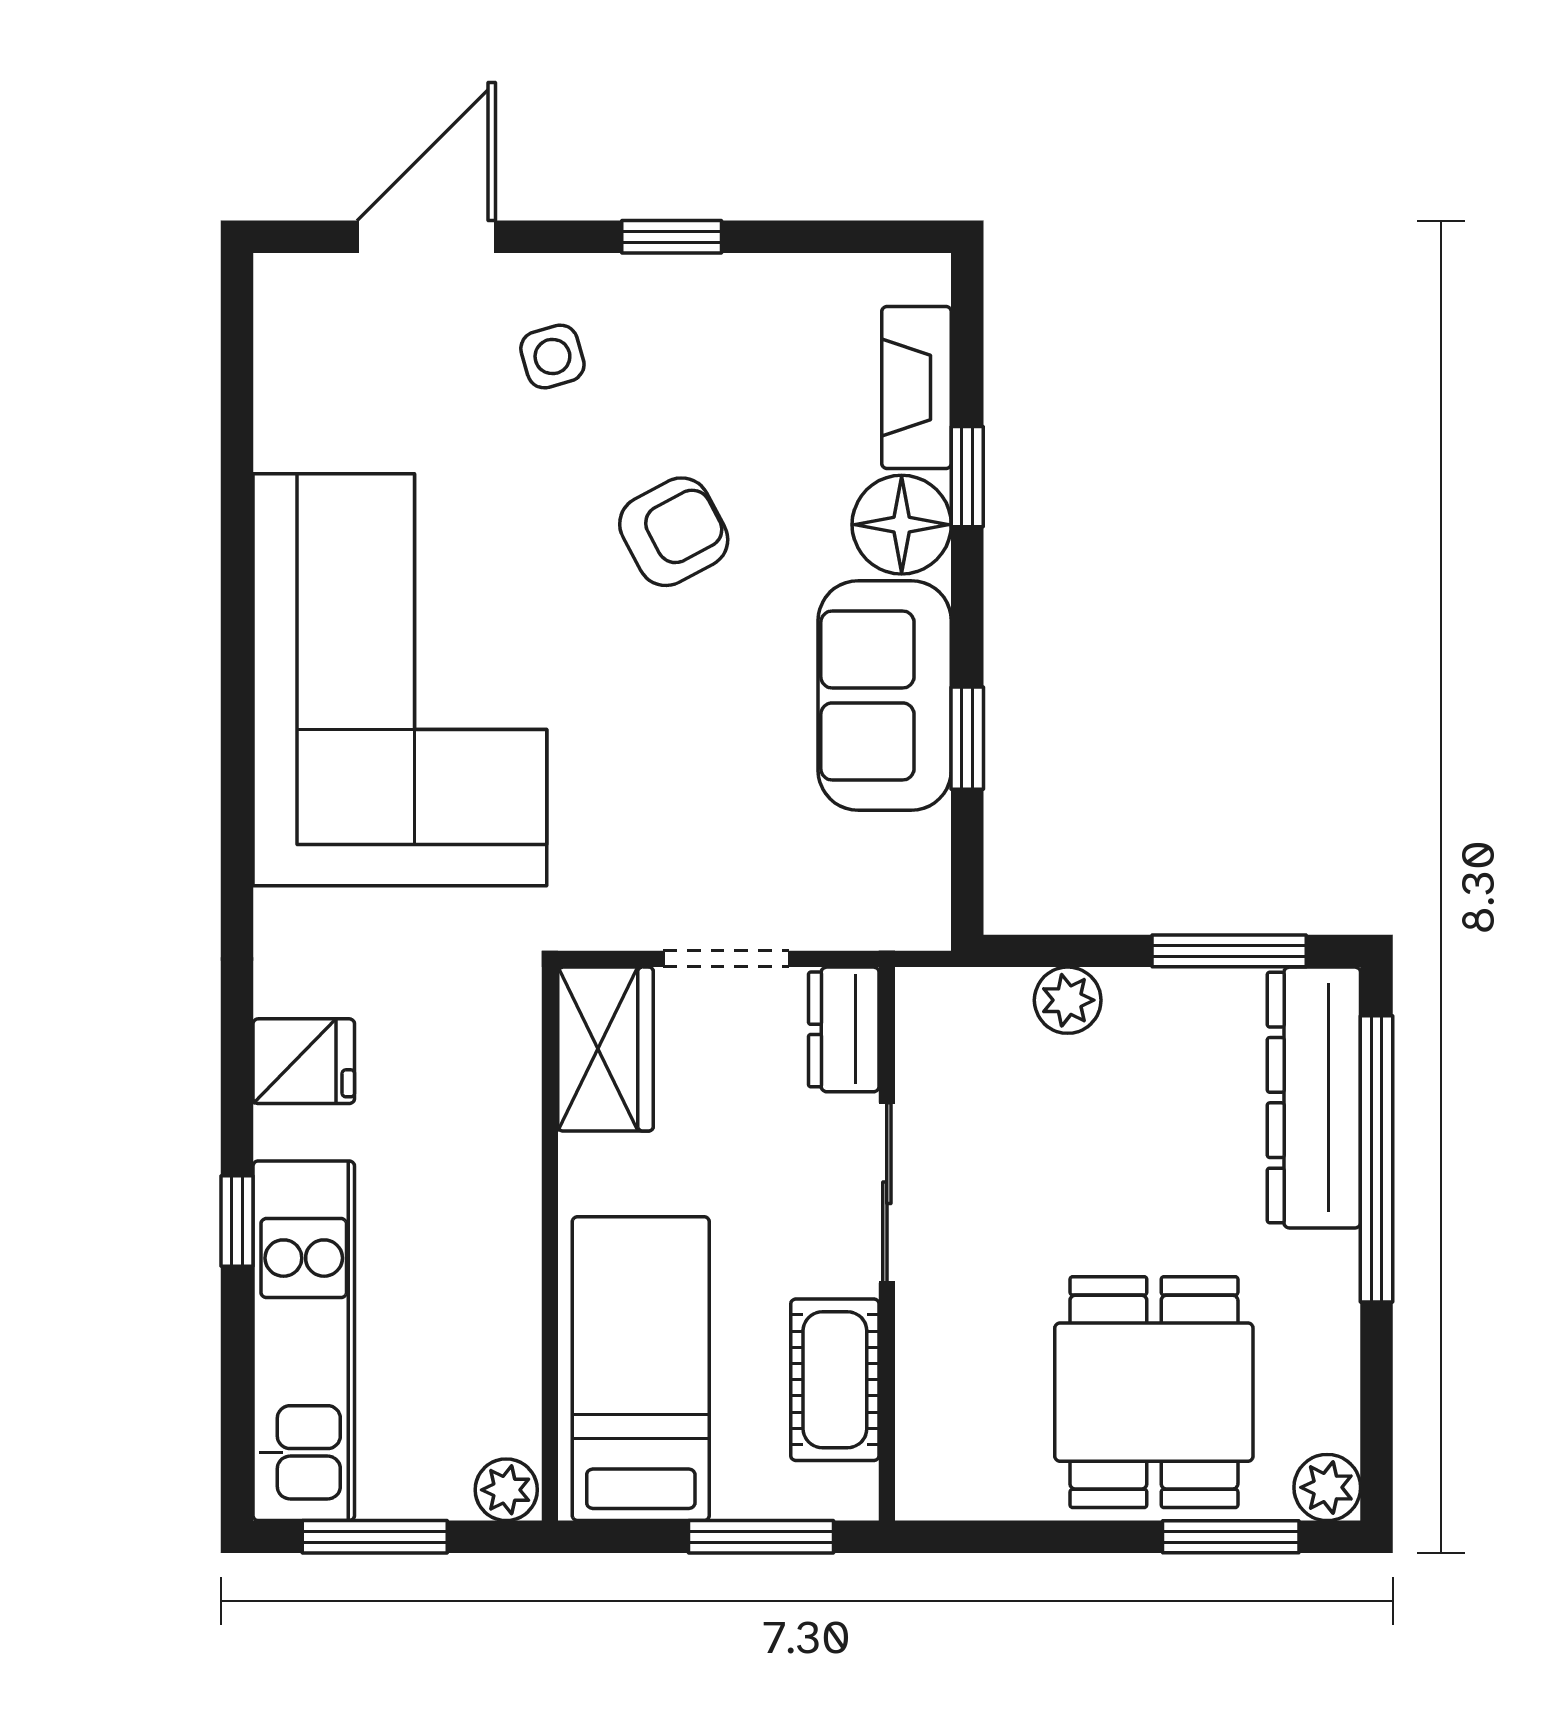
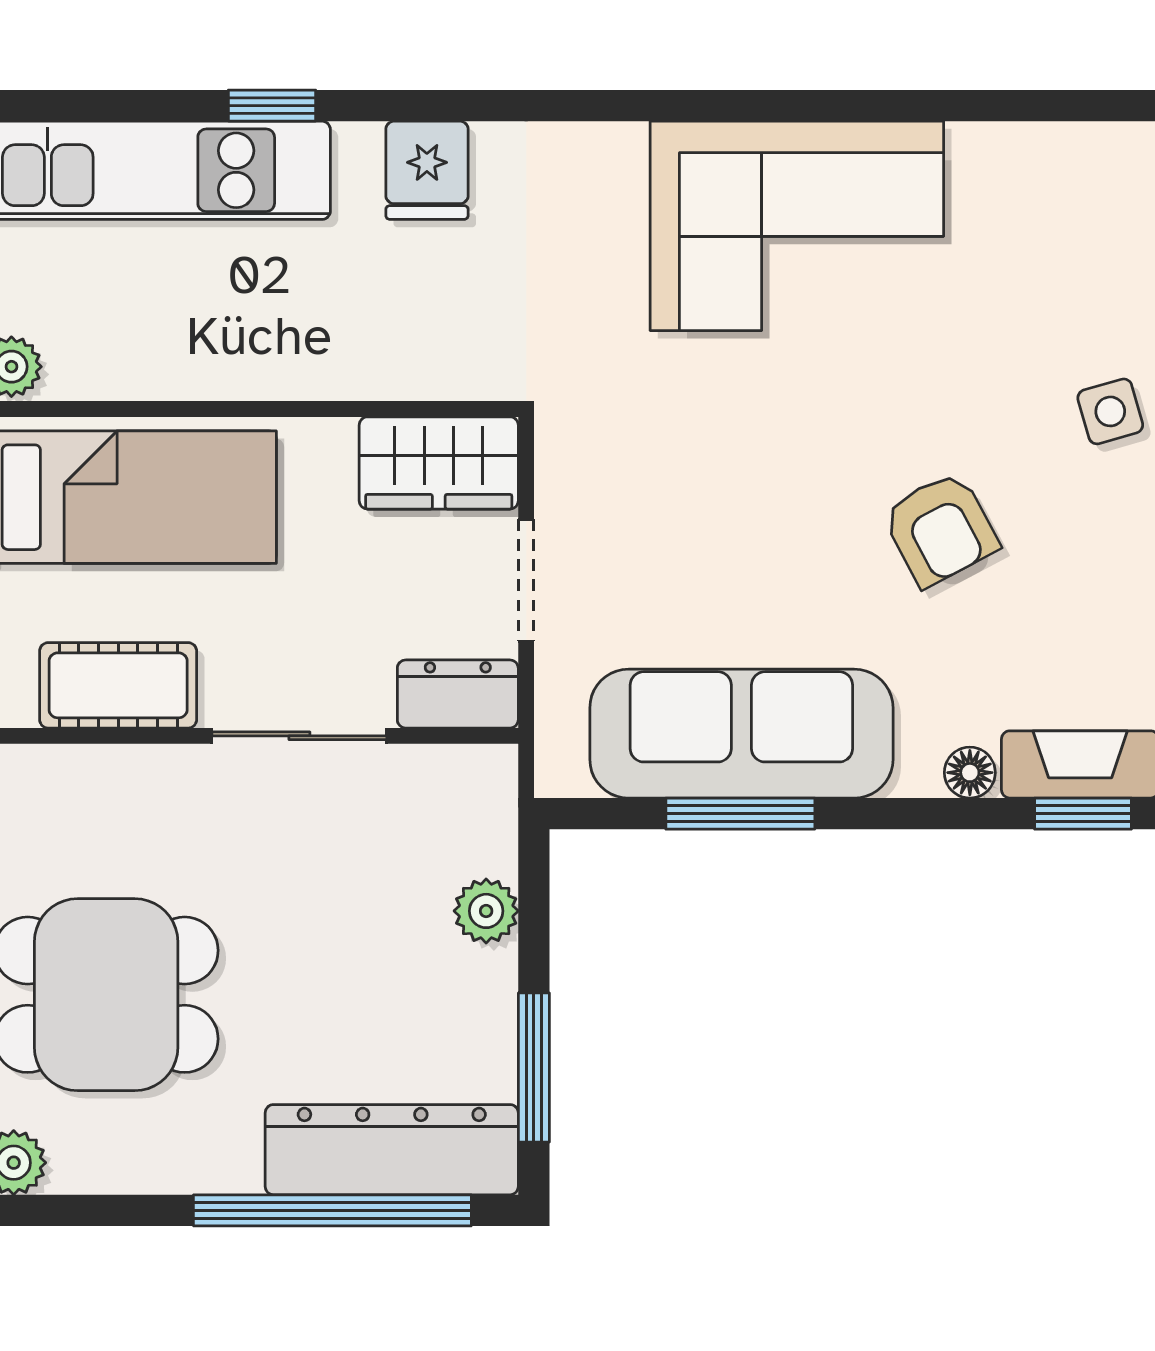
window: (967, 477) -> (1083, 814), moved
floor lamp: (902, 525) -> (970, 773), width x0.53, depth x0.53
corner sofa: (400, 680) -> (797, 226), width x0.73, depth x0.74
sofa: (885, 695) -> (741, 734), width x1.36
window: (967, 738) -> (740, 814), width x1.50

